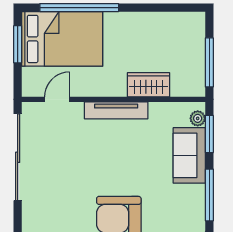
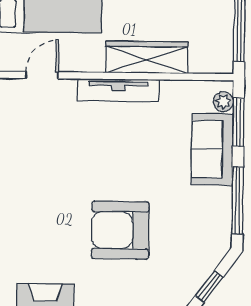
wardrobe: (148, 85) -> (147, 57), width x1.50

